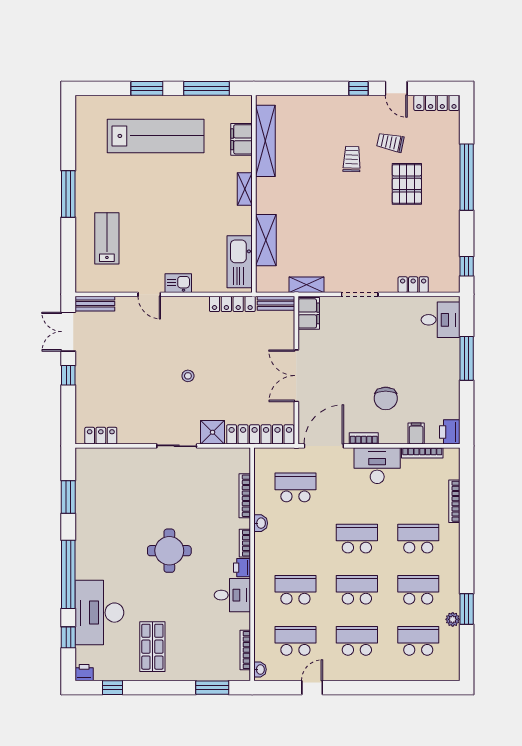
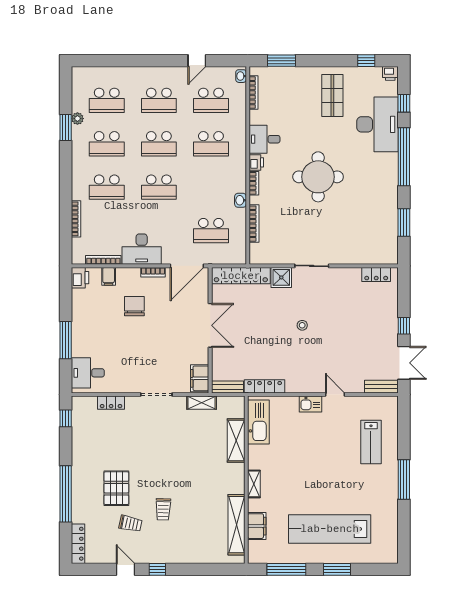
locker: (436, 103) -> (78, 544), moved, turned 90
round table: (169, 551) -> (318, 177), width x1.36, depth x1.36

